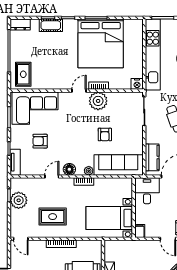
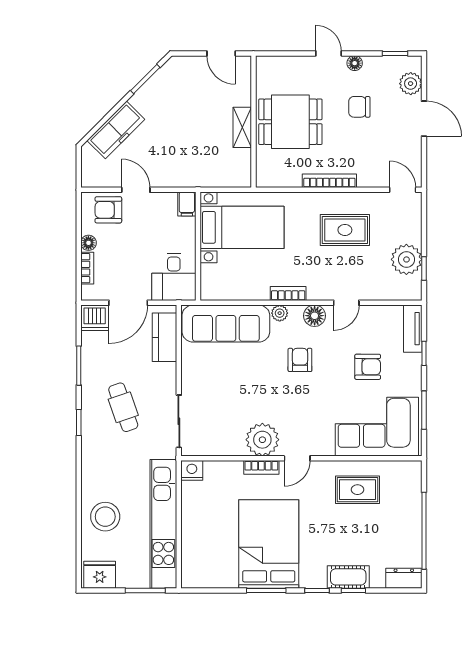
bed: (101, 43) -> (269, 544), width x0.73
rug: (23, 74) -> (358, 490), moved, turned 90
armchair: (105, 135) -> (300, 360), moved

